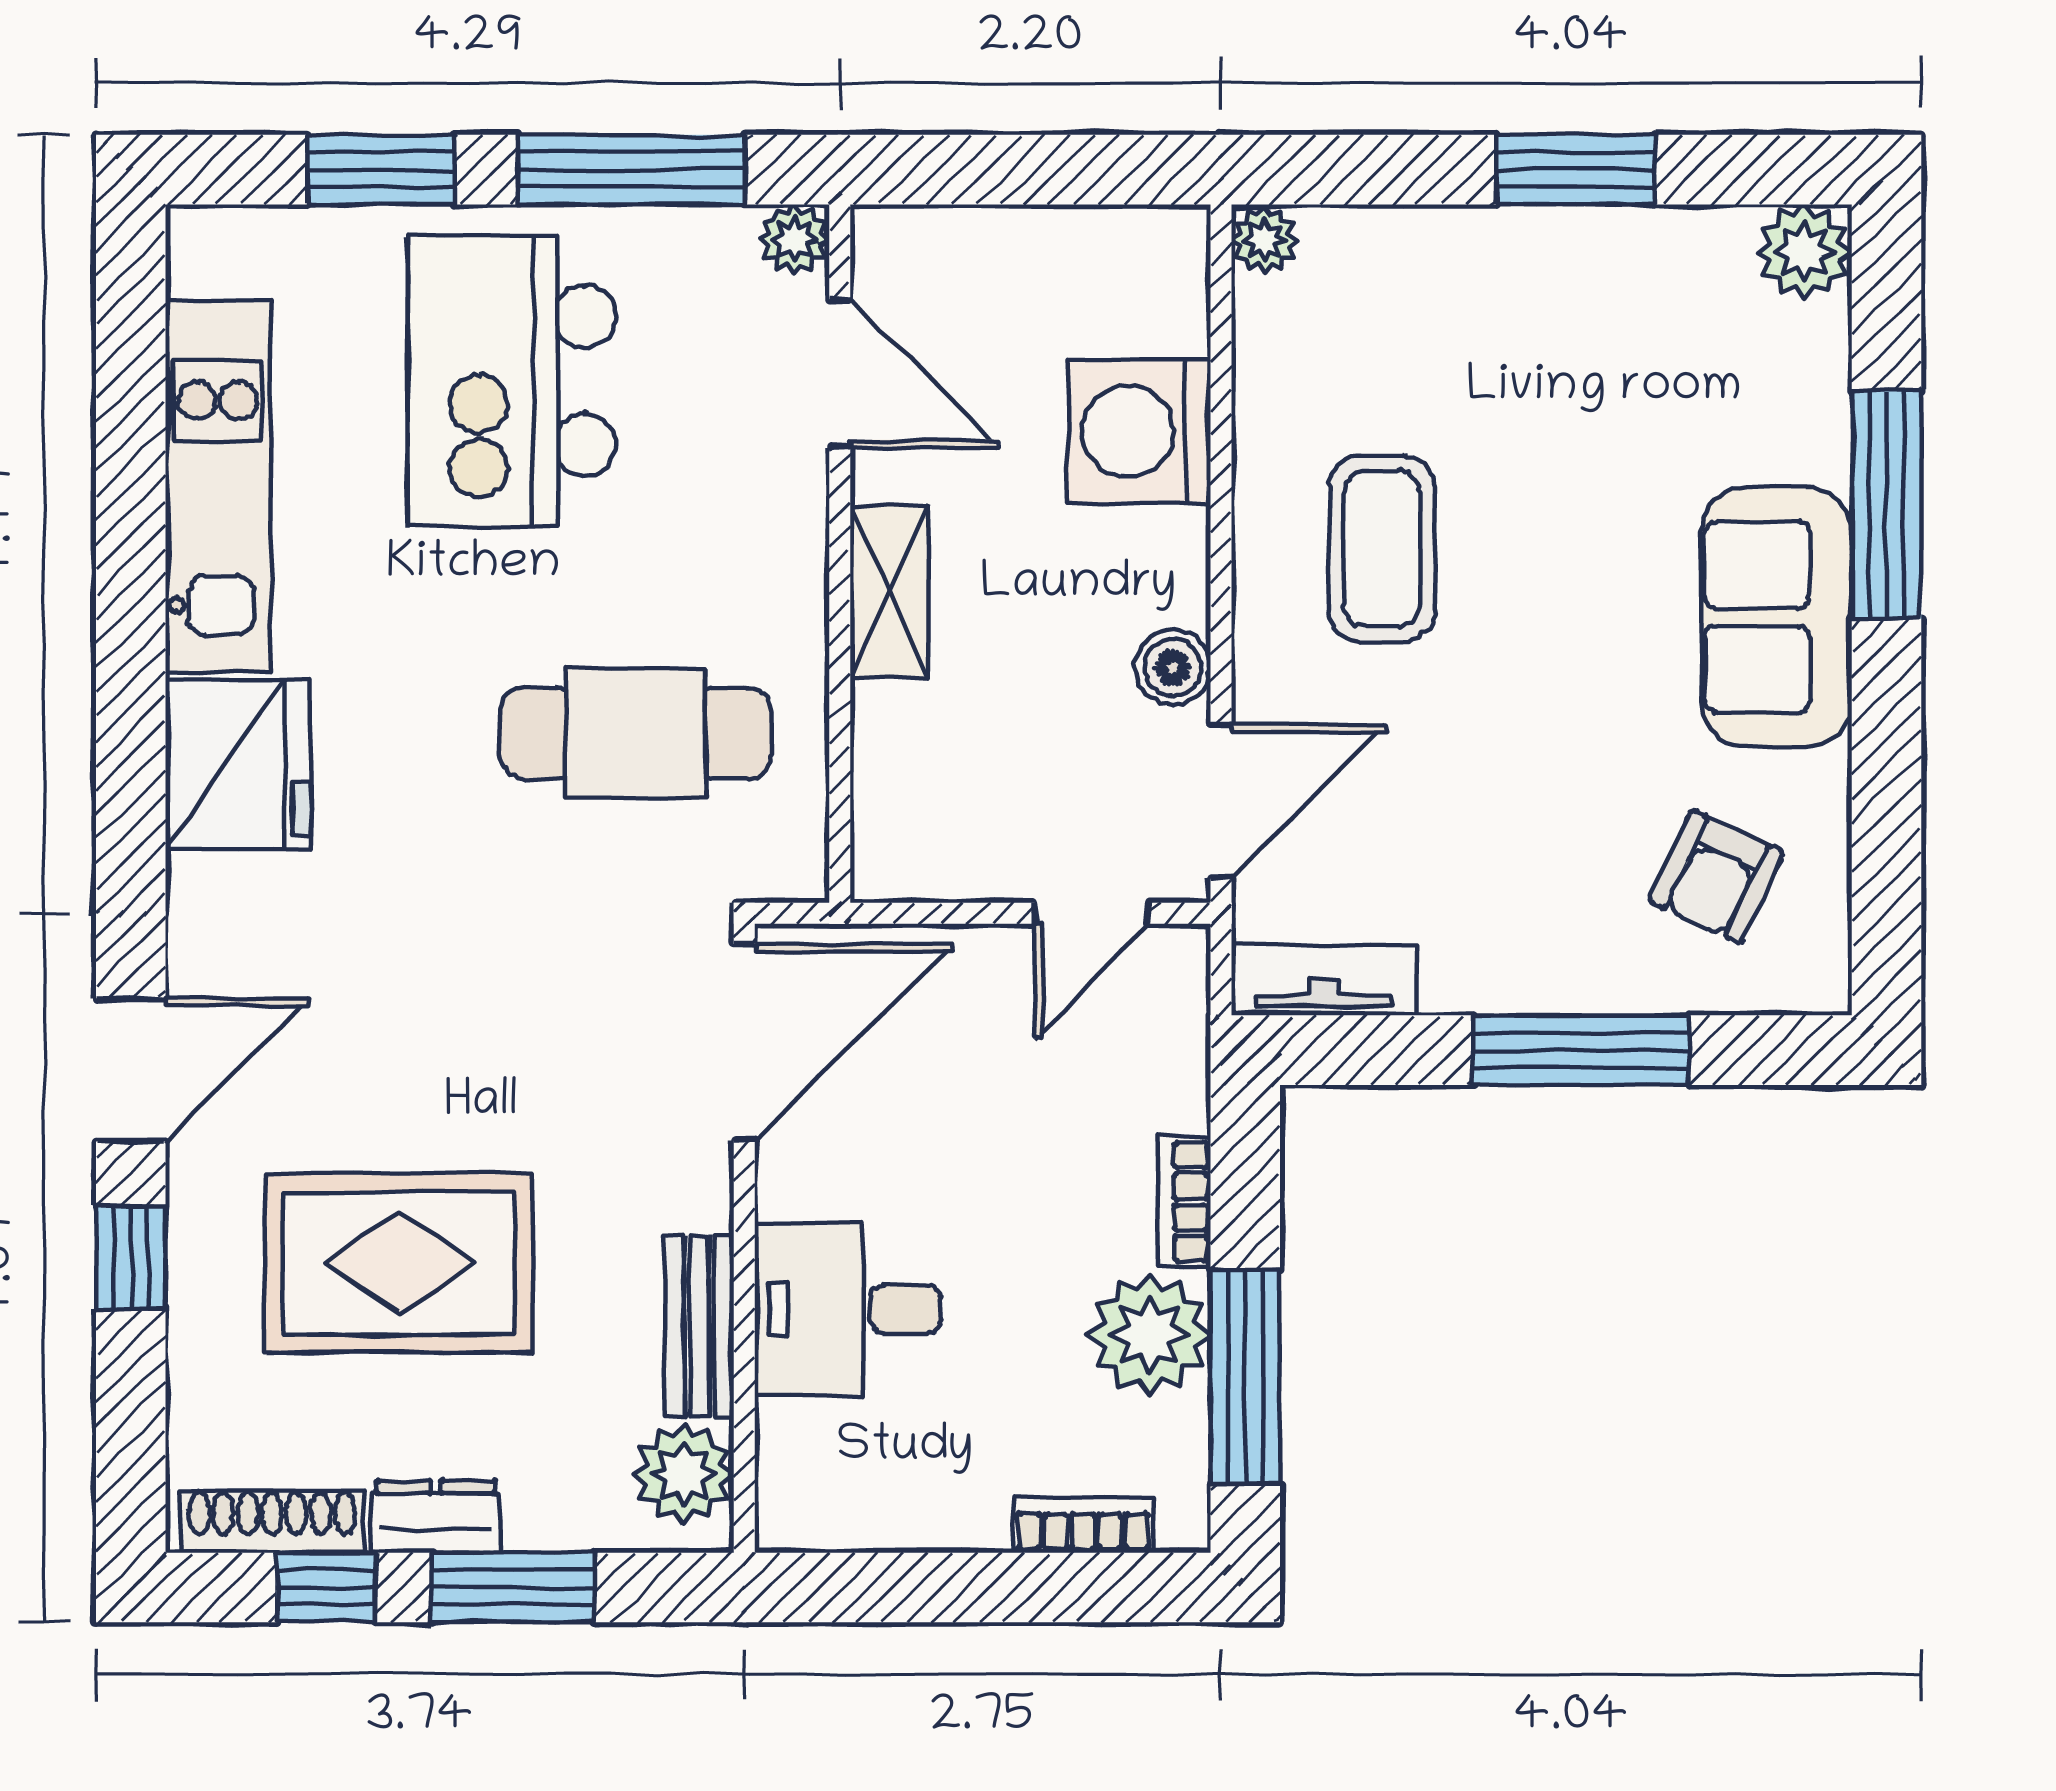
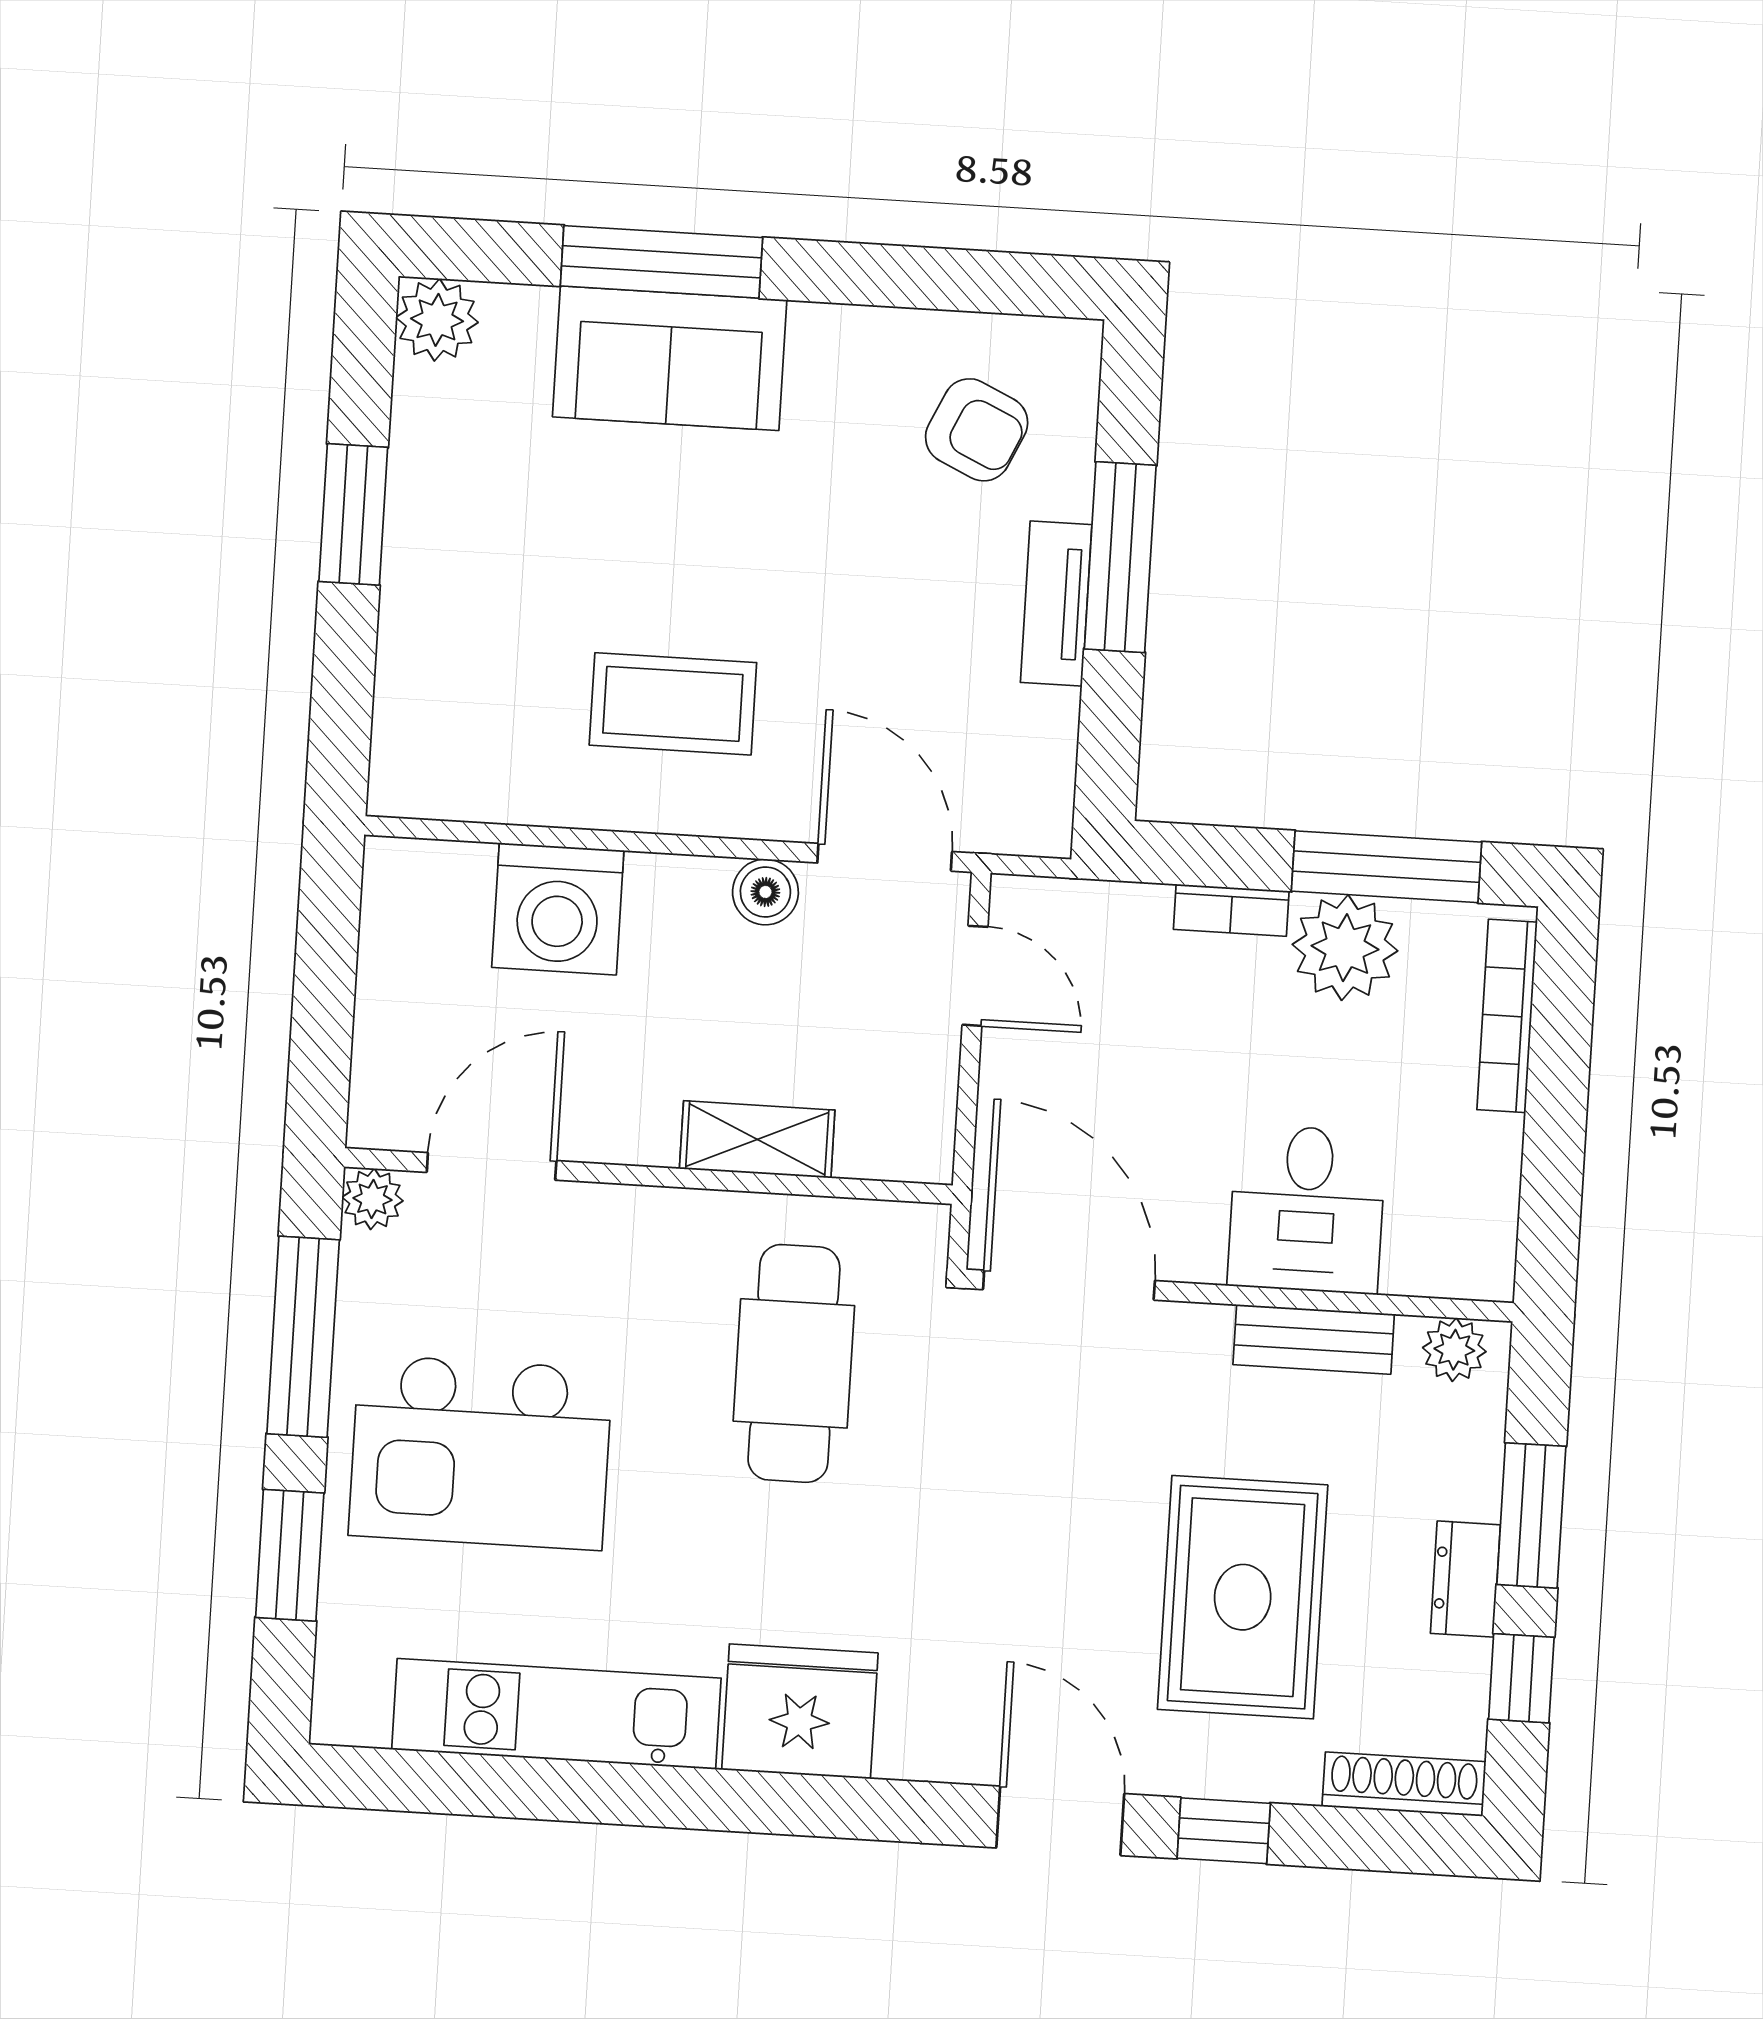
plant: (1265, 240) -> (398, 789), removed
shelving: (889, 592) -> (757, 1139), moved
sofa: (1777, 617) -> (670, 358), moved
tv unit: (1324, 980) -> (1056, 604), moved
plant: (684, 1474) -> (1454, 1350), width x0.73, depth x0.73
shoe rack: (272, 1521) -> (1404, 1784), moved, turned 90
bookcase: (1083, 1525) -> (1507, 1016), width x1.56

